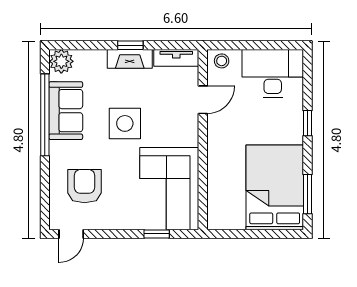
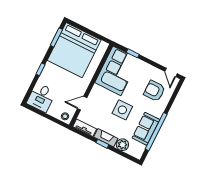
plant: (61, 61) -> (122, 145), moved
desk: (273, 73) -> (41, 97), width x0.73
armchair: (85, 186) -> (154, 91), turned 90
bed: (275, 187) -> (74, 50), width x1.36
door: (71, 234) -> (171, 72), swing flipped

